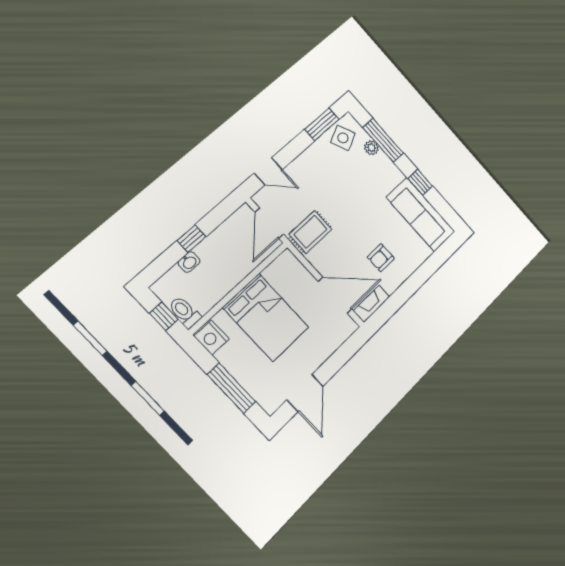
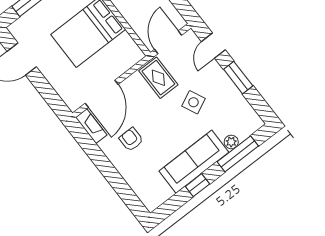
window: (322, 124) -> (238, 78), moved
side table: (343, 138) -> (193, 102), moved
sofa: (421, 214) -> (194, 162), moved
door: (269, 223) -> (168, 42), hinge flipped

